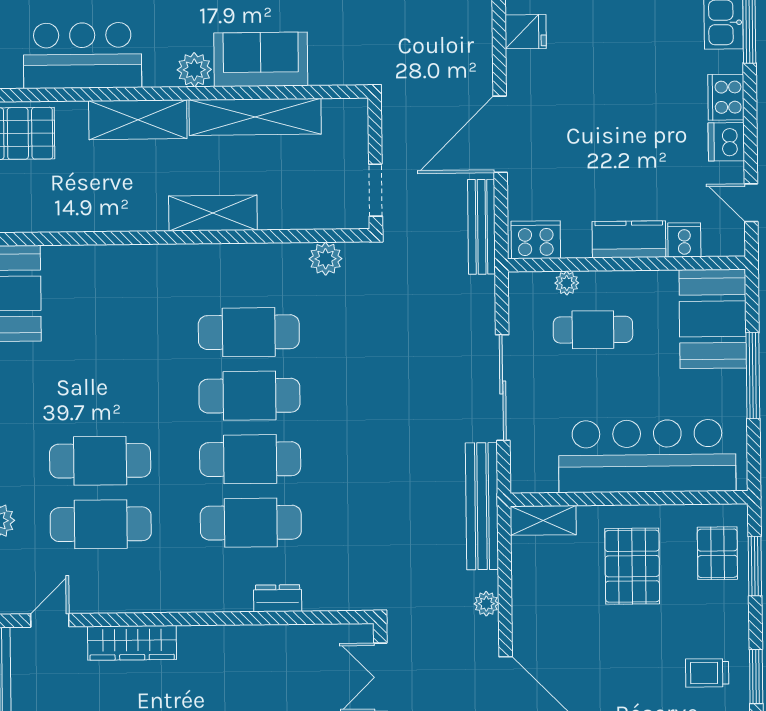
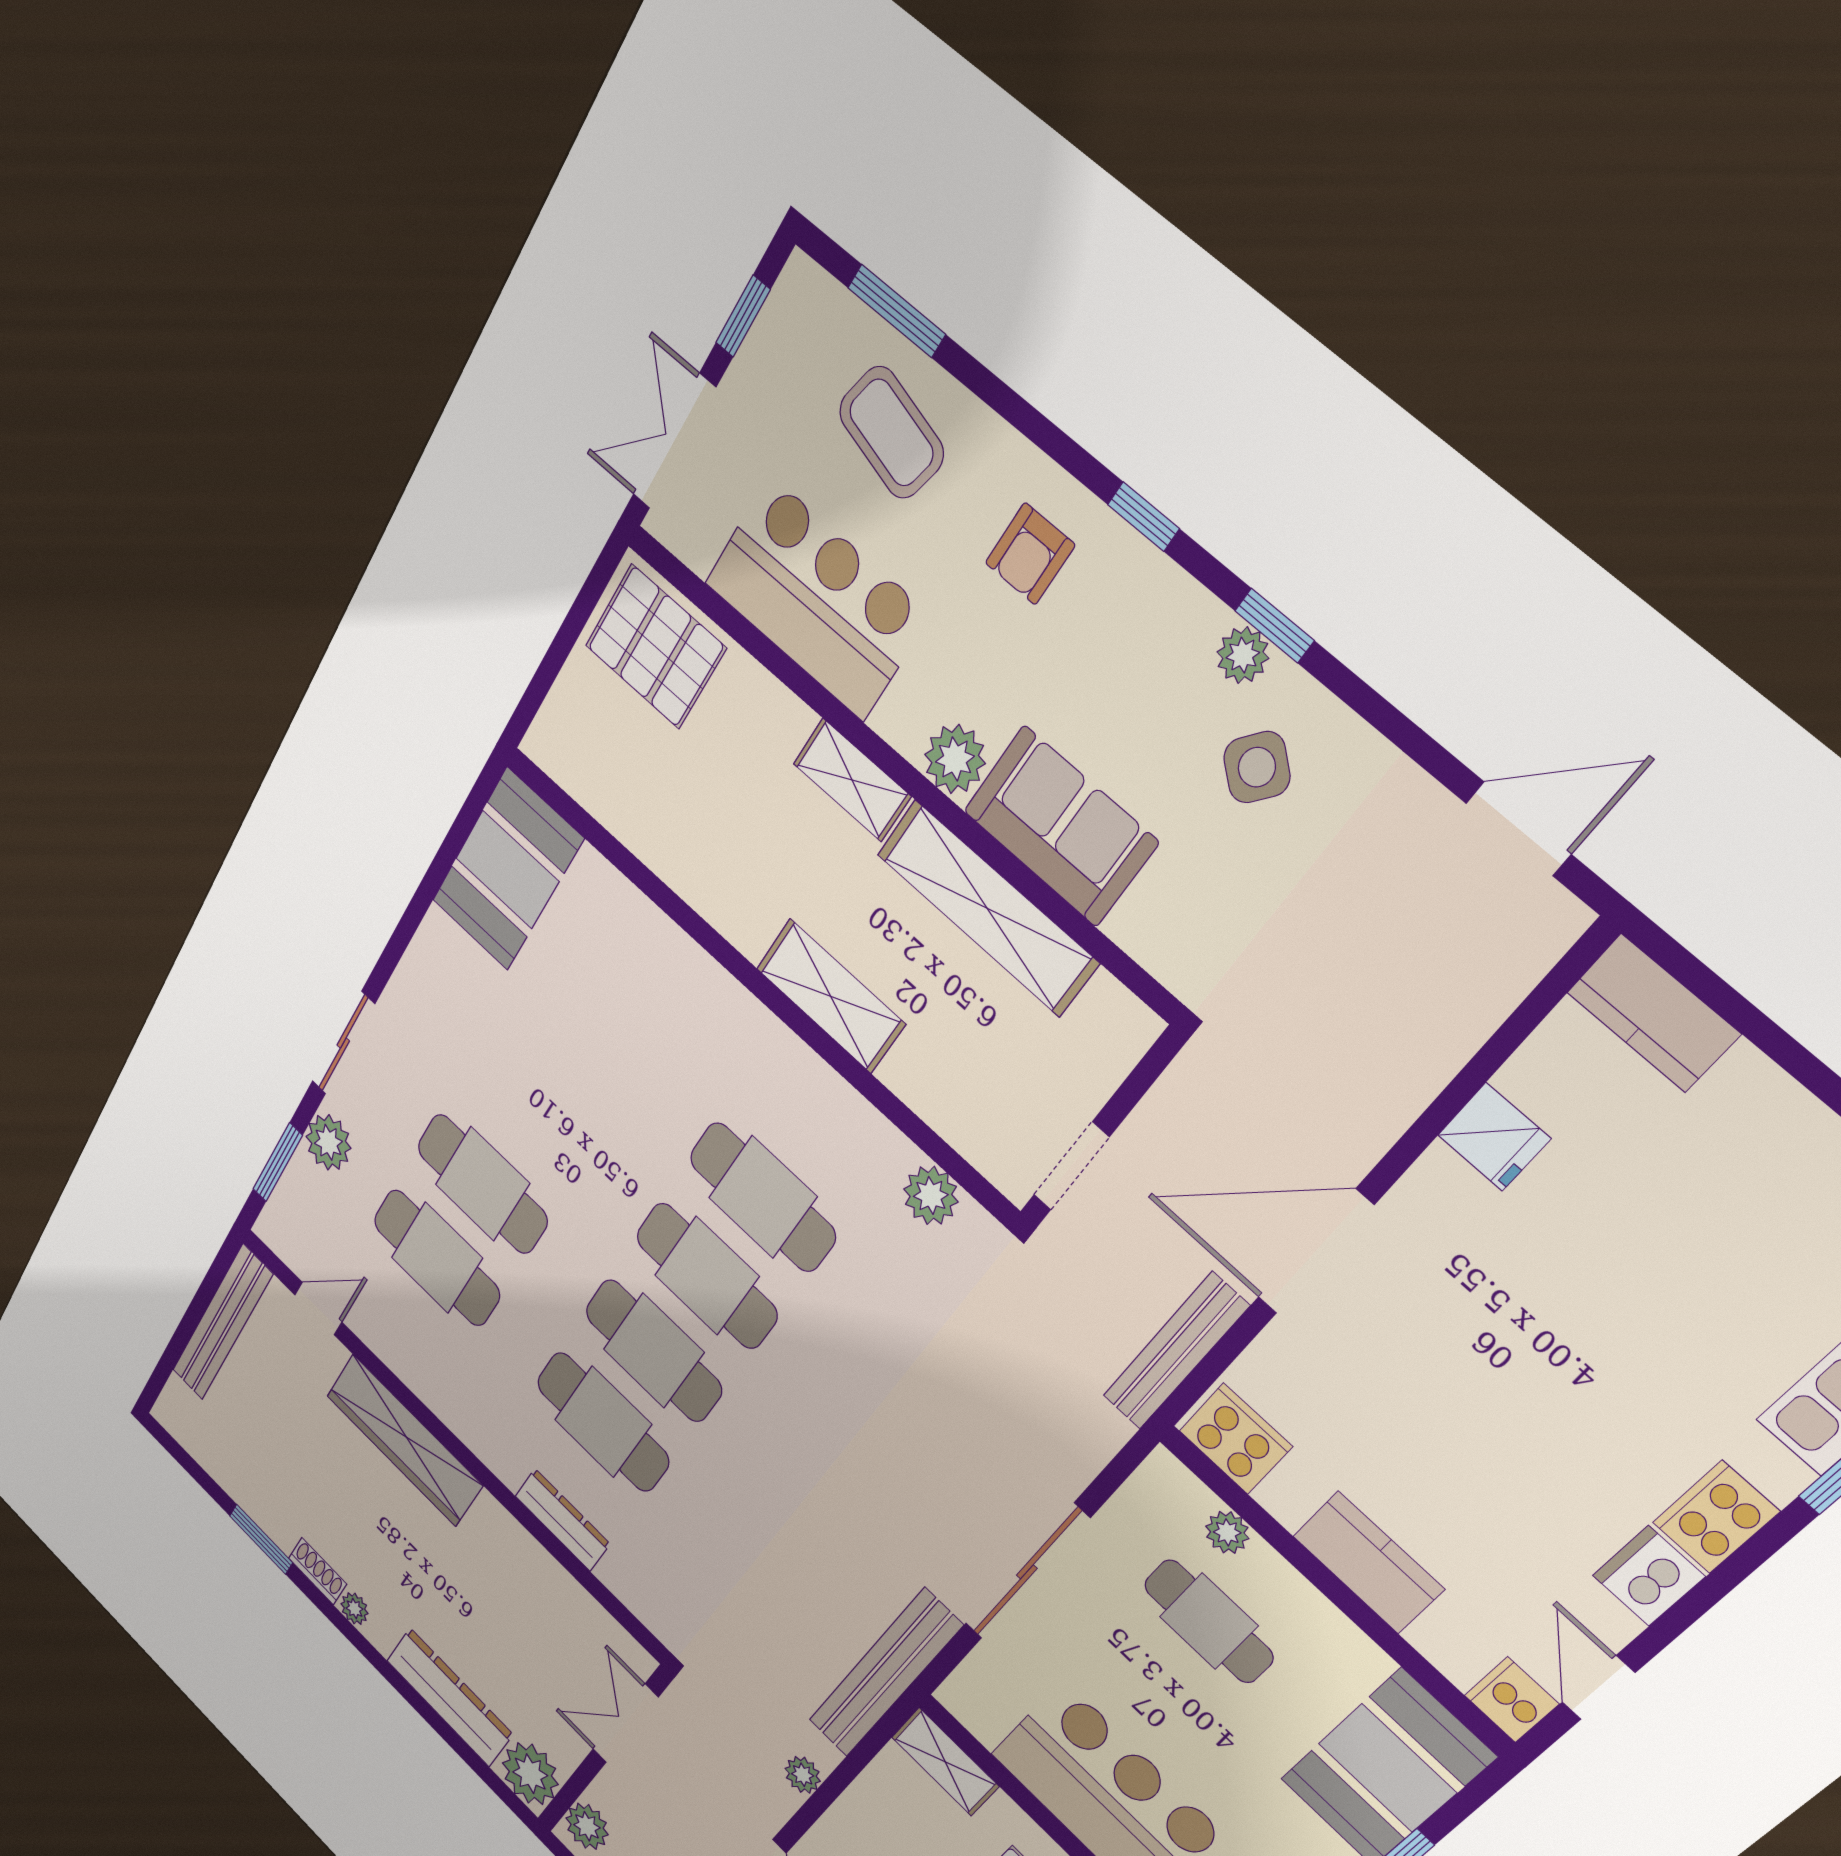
shelving: (138, 120) -> (852, 780), width x0.67, depth x0.75
cooker: (684, 240) -> (1512, 1700), moved, turned -90
dresser: (278, 598) -> (563, 1520), width x1.44
wardrobe: (132, 643) -> (404, 1440), width x1.40, depth x1.17

